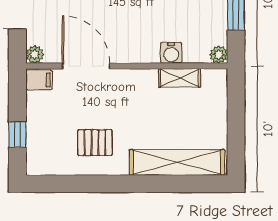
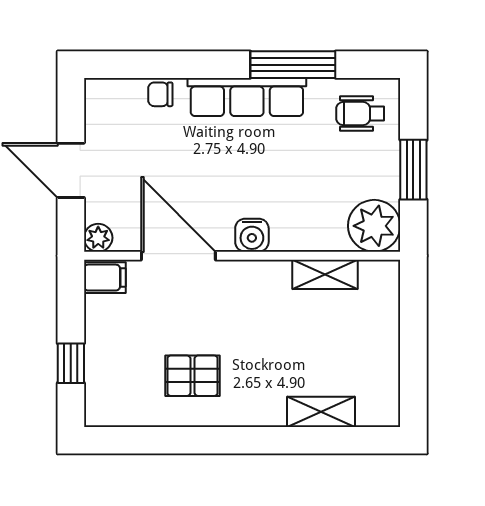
water cooler: (171, 53) -> (252, 235), moved
plant: (219, 55) -> (374, 226), width x1.87, depth x1.87
shelving: (177, 162) -> (321, 412), width x0.45, depth x0.75

